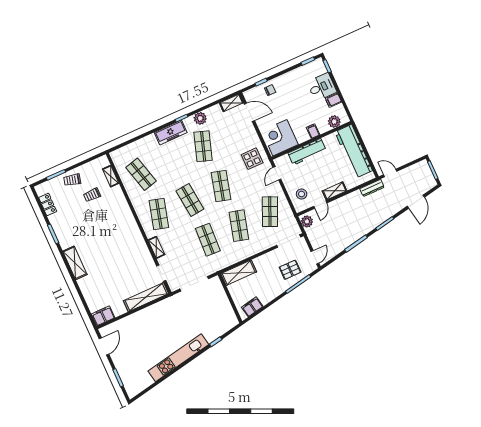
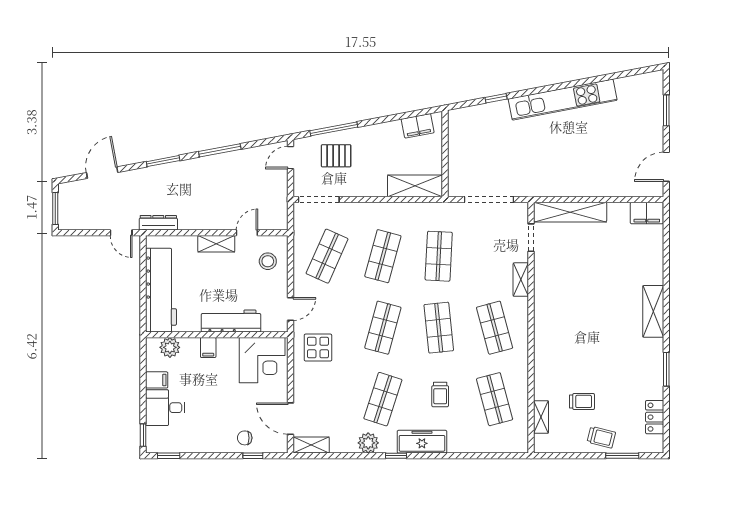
trolley: (172, 163) -> (440, 394), added
shop shelf: (159, 214) -> (495, 328), turned -30
plant: (307, 221) -> (278, 217), removed

